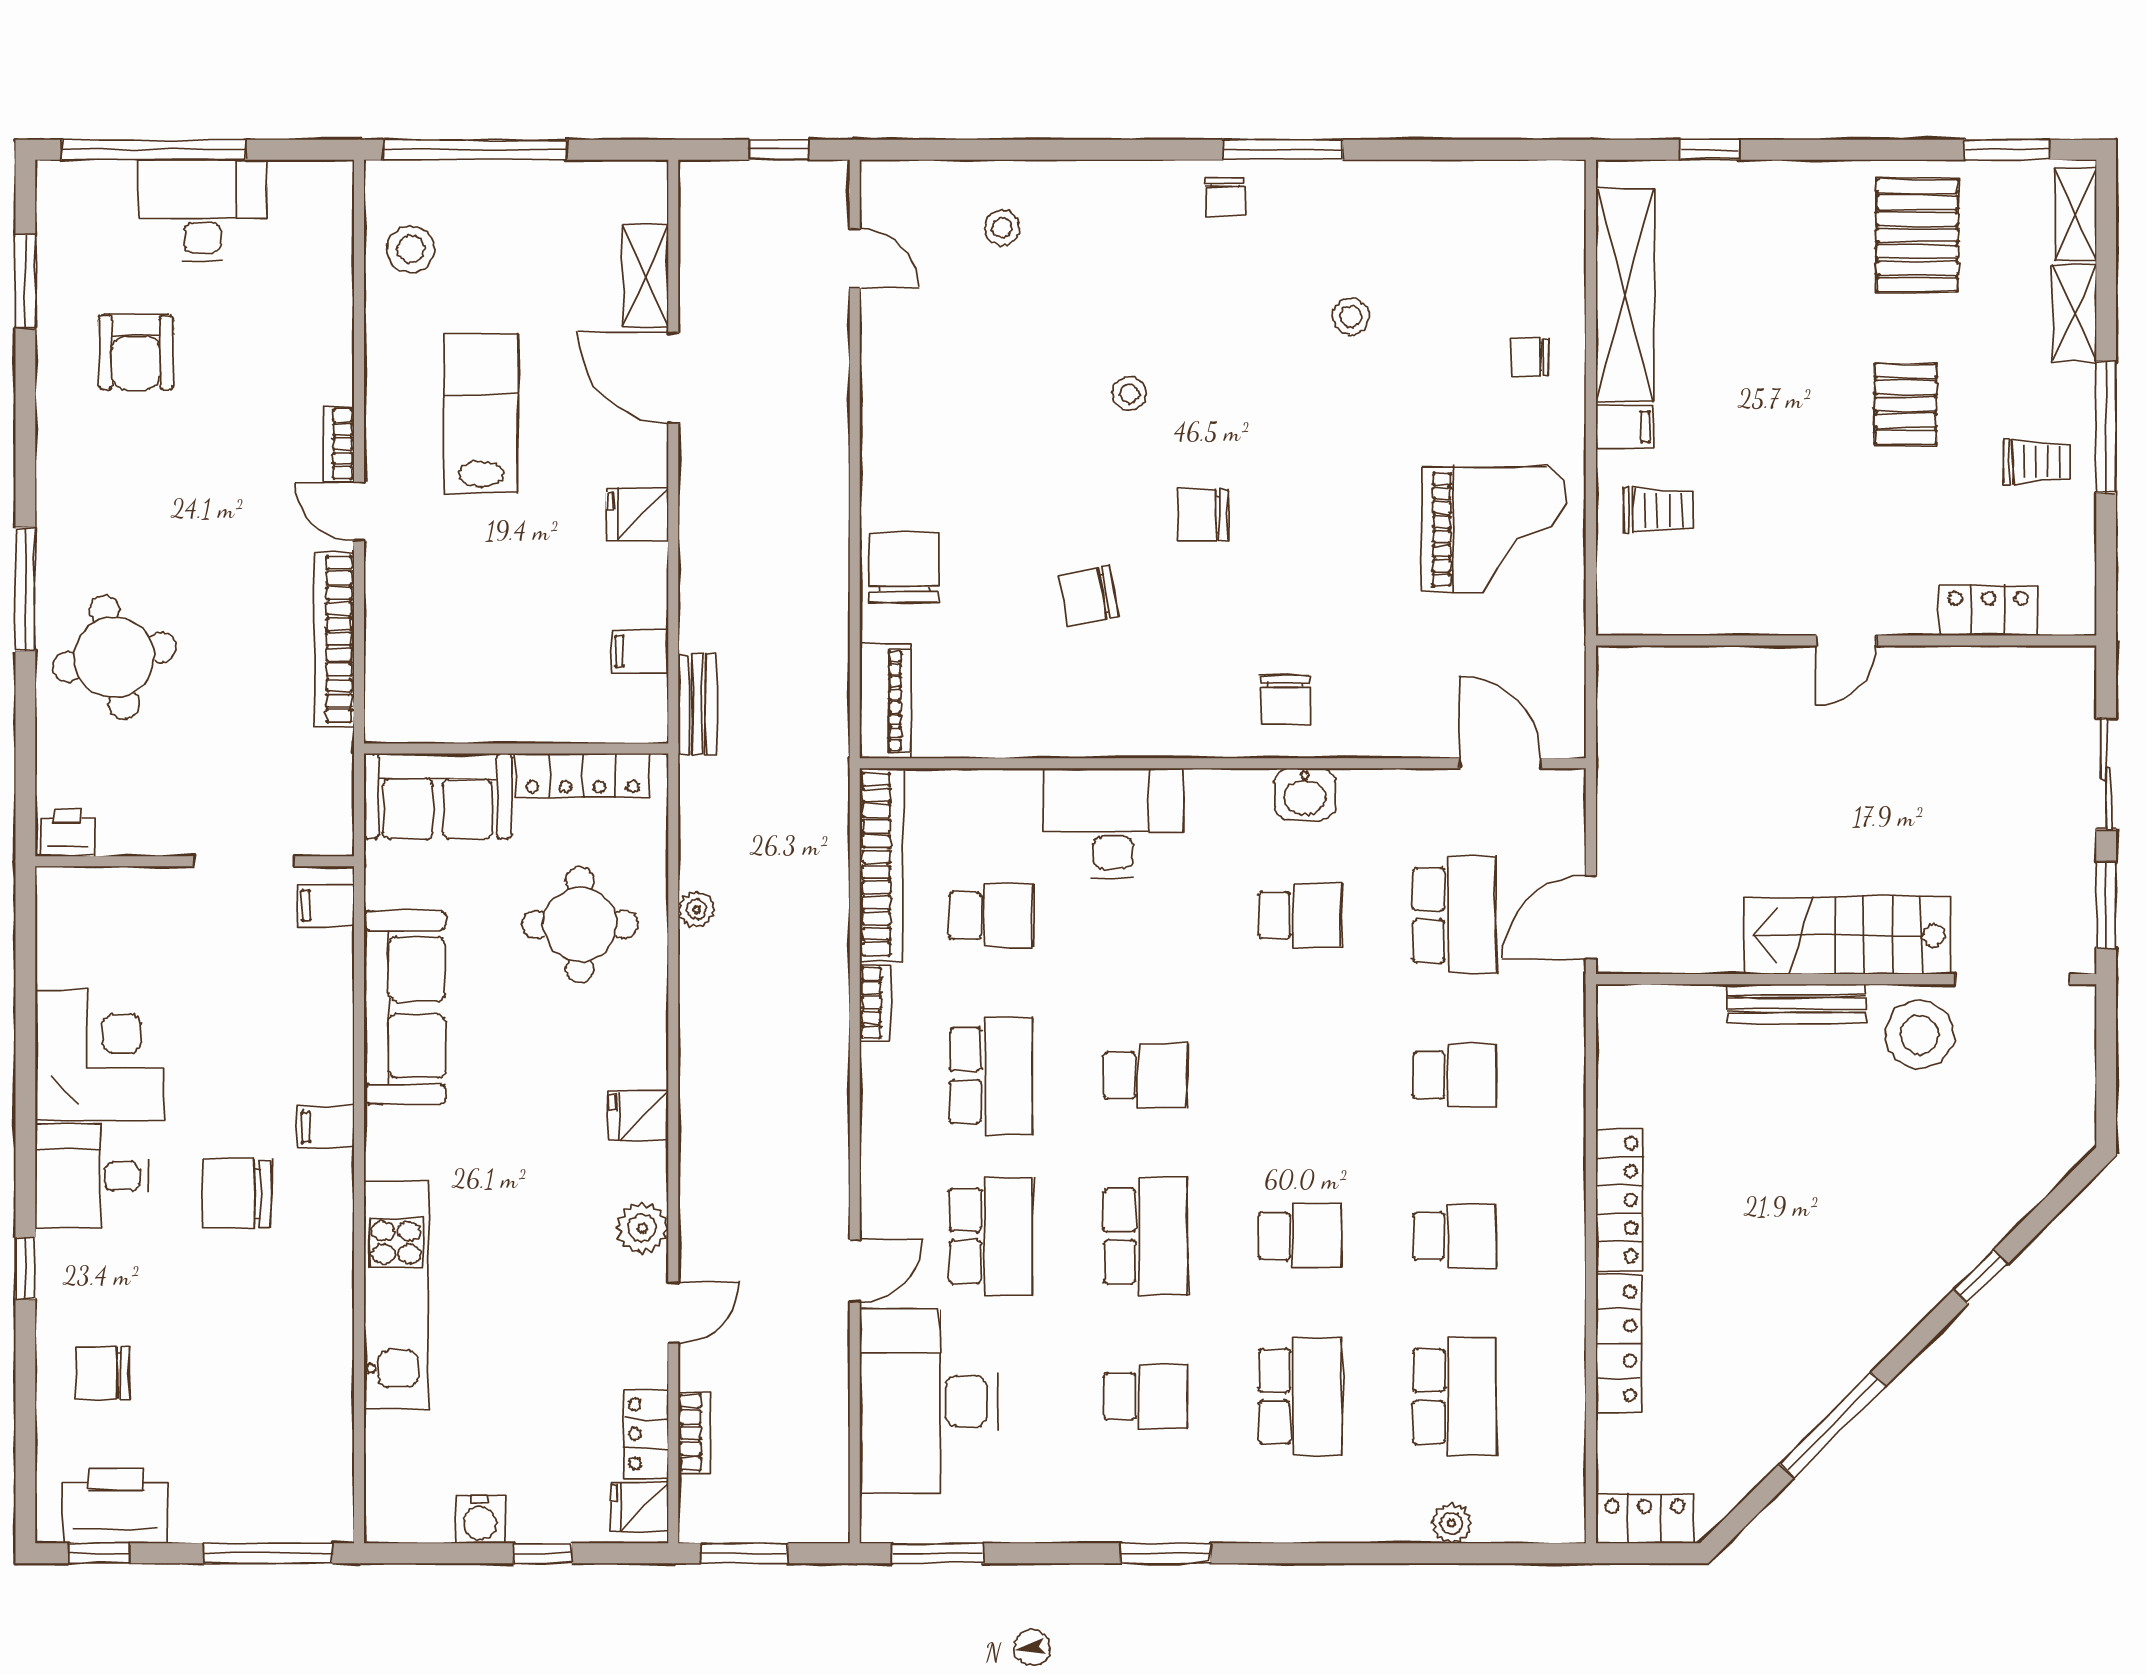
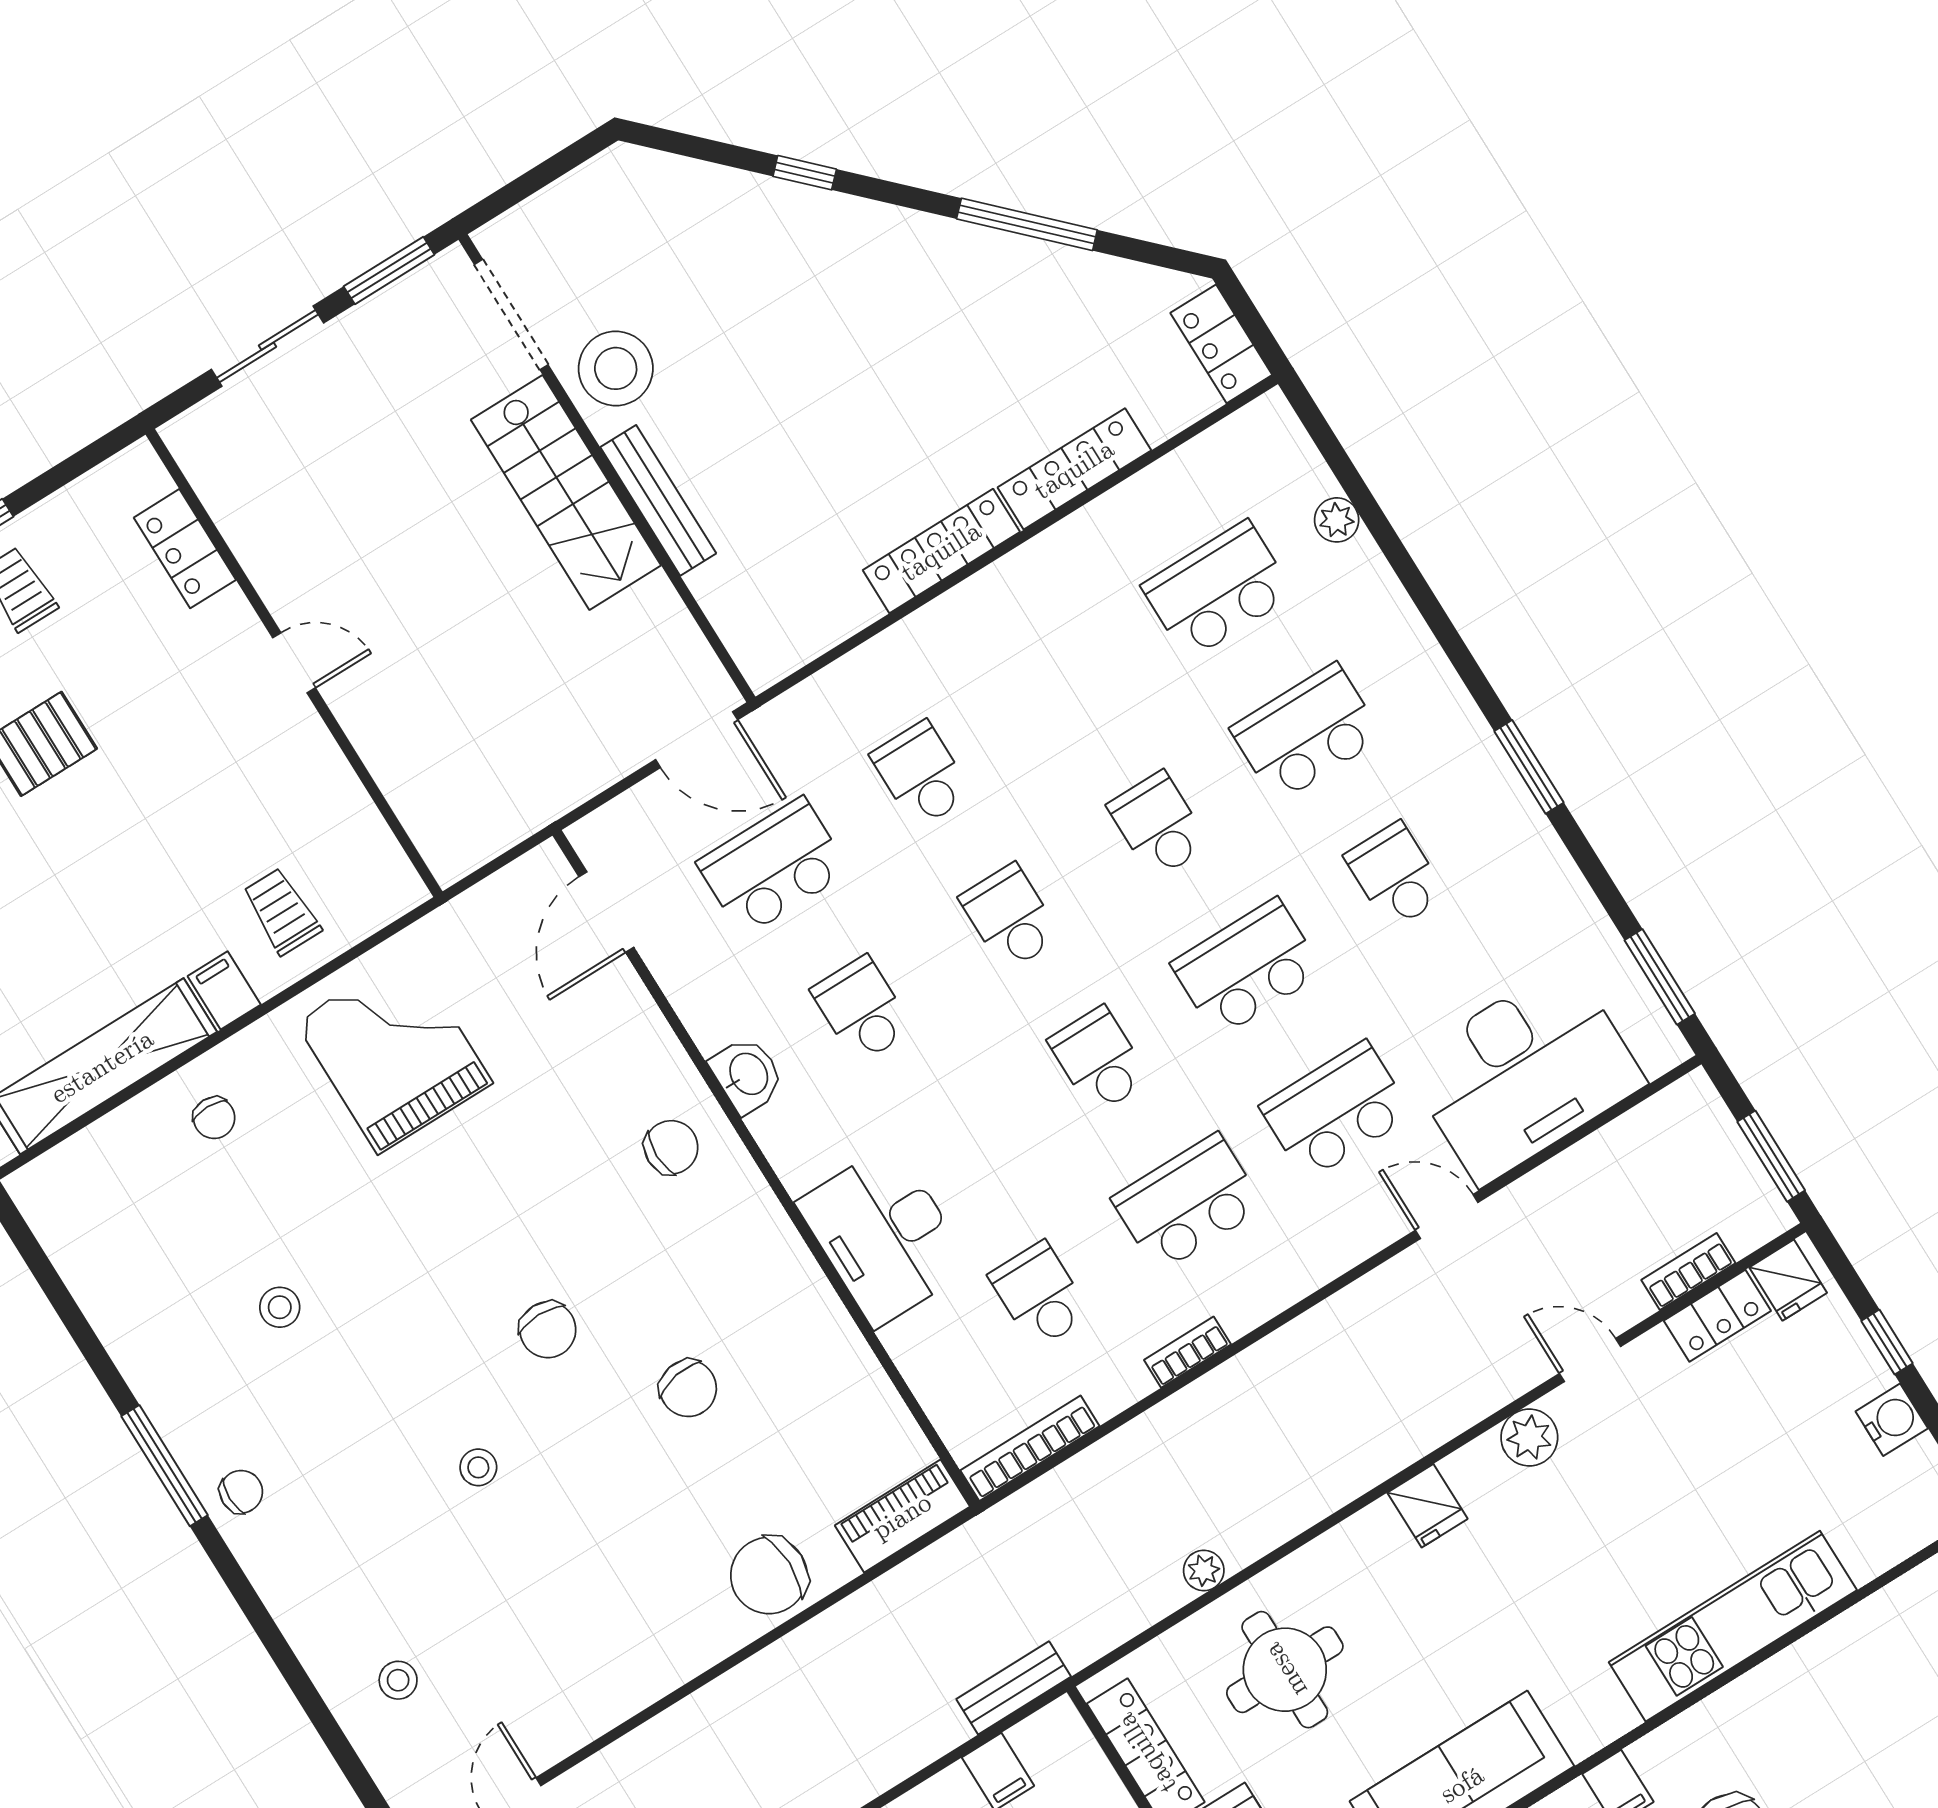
bookcase: (882, 865) -> (1030, 1448), width x0.68, depth x0.76
school desk: (1455, 1236) -> (1010, 917), moved

